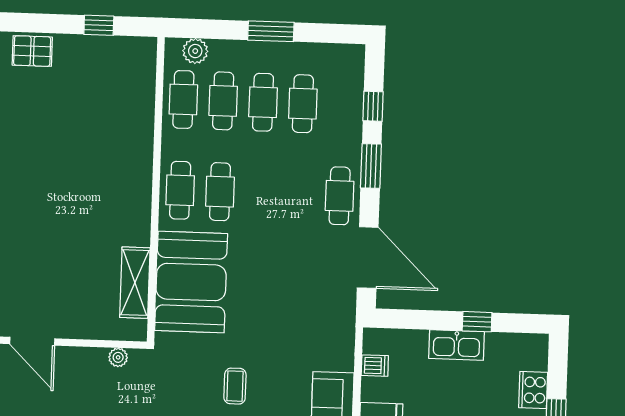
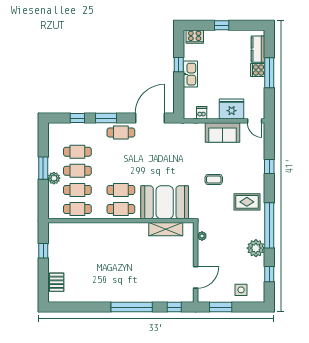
plant: (195, 51) -> (54, 178), moved
cooker: (533, 390) -> (195, 37), moved

